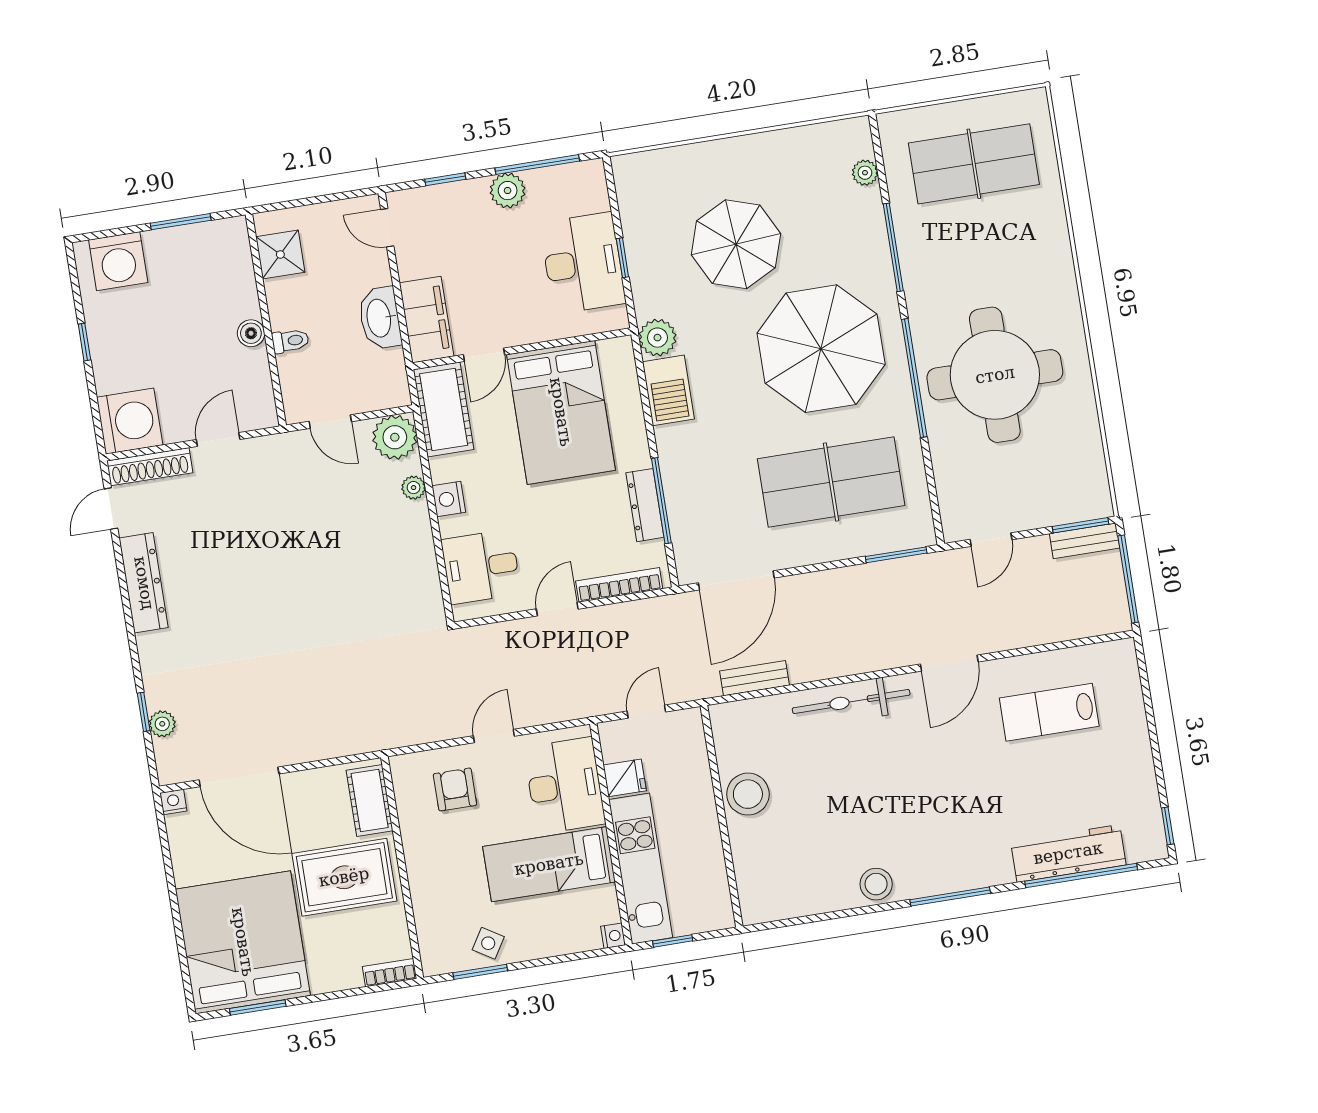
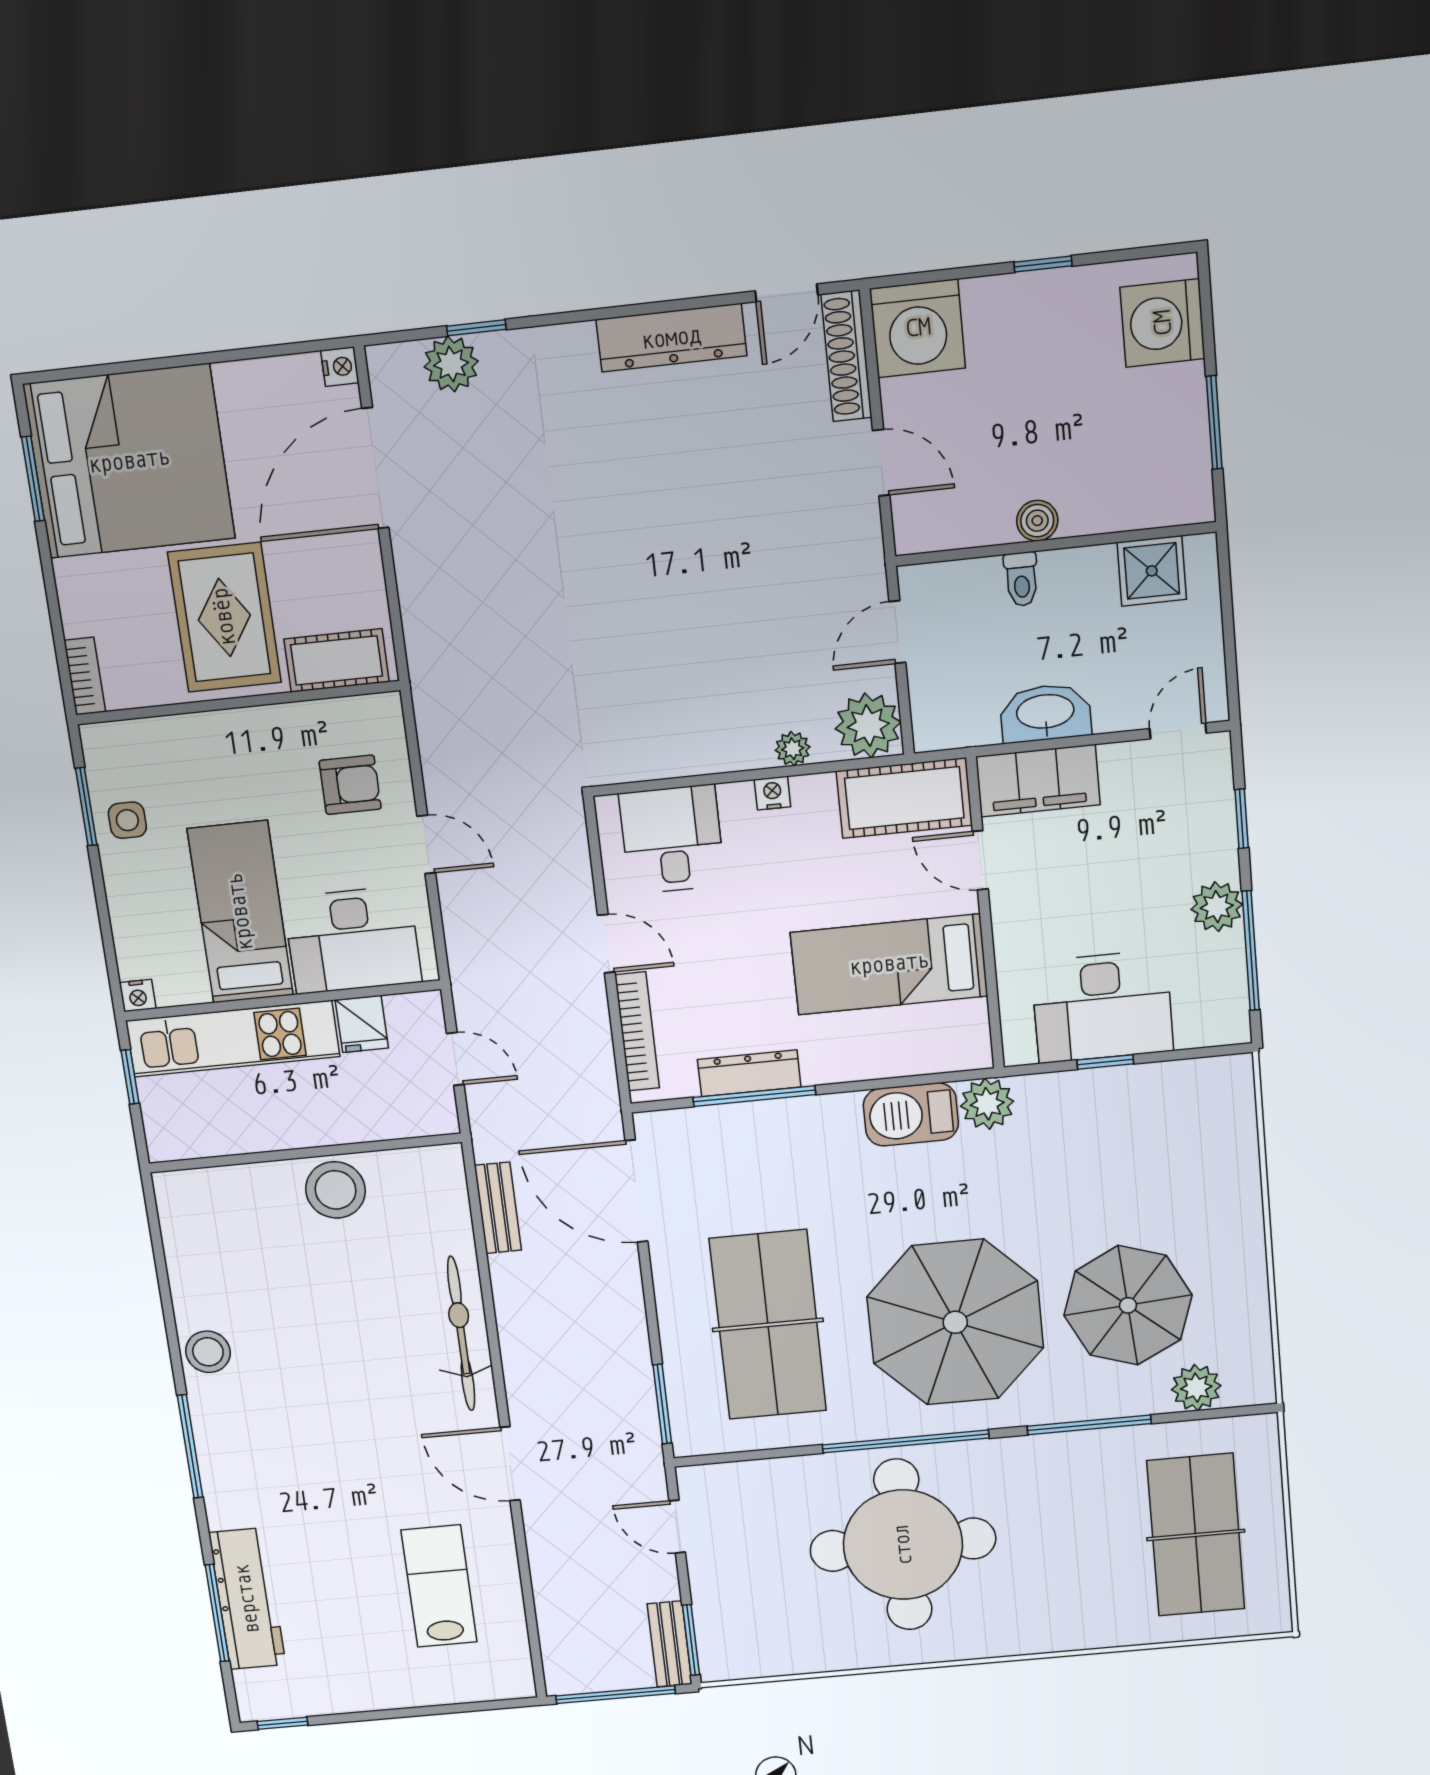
plant: (865, 173) -> (1196, 1388), width x1.38, depth x1.38
parasol: (736, 244) -> (1128, 1305), moved
bed: (561, 412) -> (889, 964), width x0.67
nightstand: (449, 499) -> (772, 793), width x0.72, depth x0.74
door: (111, 509) -> (786, 293), swing flipped
plant: (162, 724) -> (451, 364), width x1.38, depth x1.38
window: (1081, 876) -> (217, 1613), width x0.68
side table: (488, 943) -> (127, 820), turned -32

